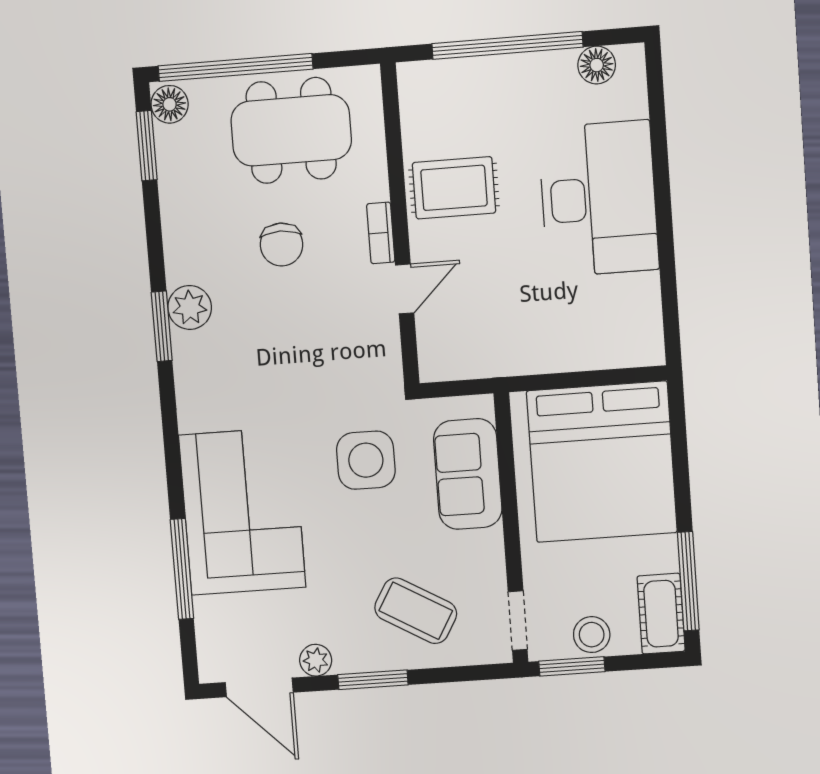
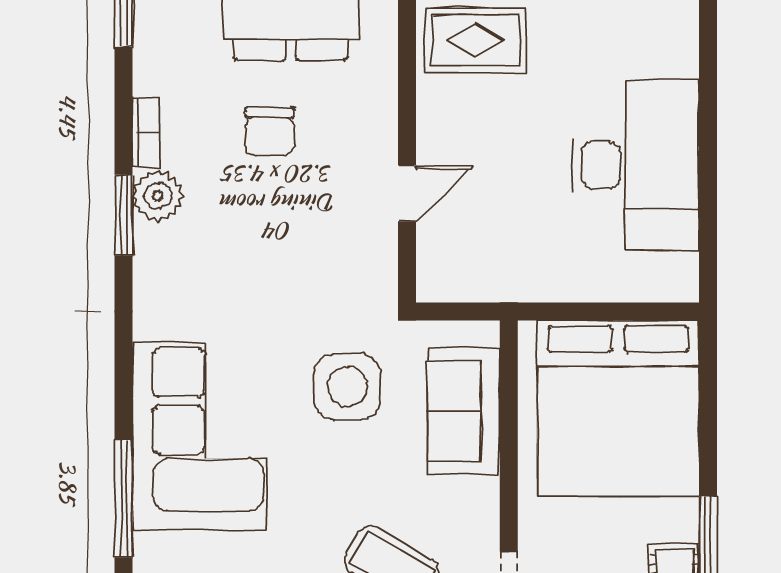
rug: (454, 188) -> (475, 40), moved
desk: (599, 199) -> (635, 165), moved
bookcase: (381, 233) -> (146, 132), moved, turned 180

